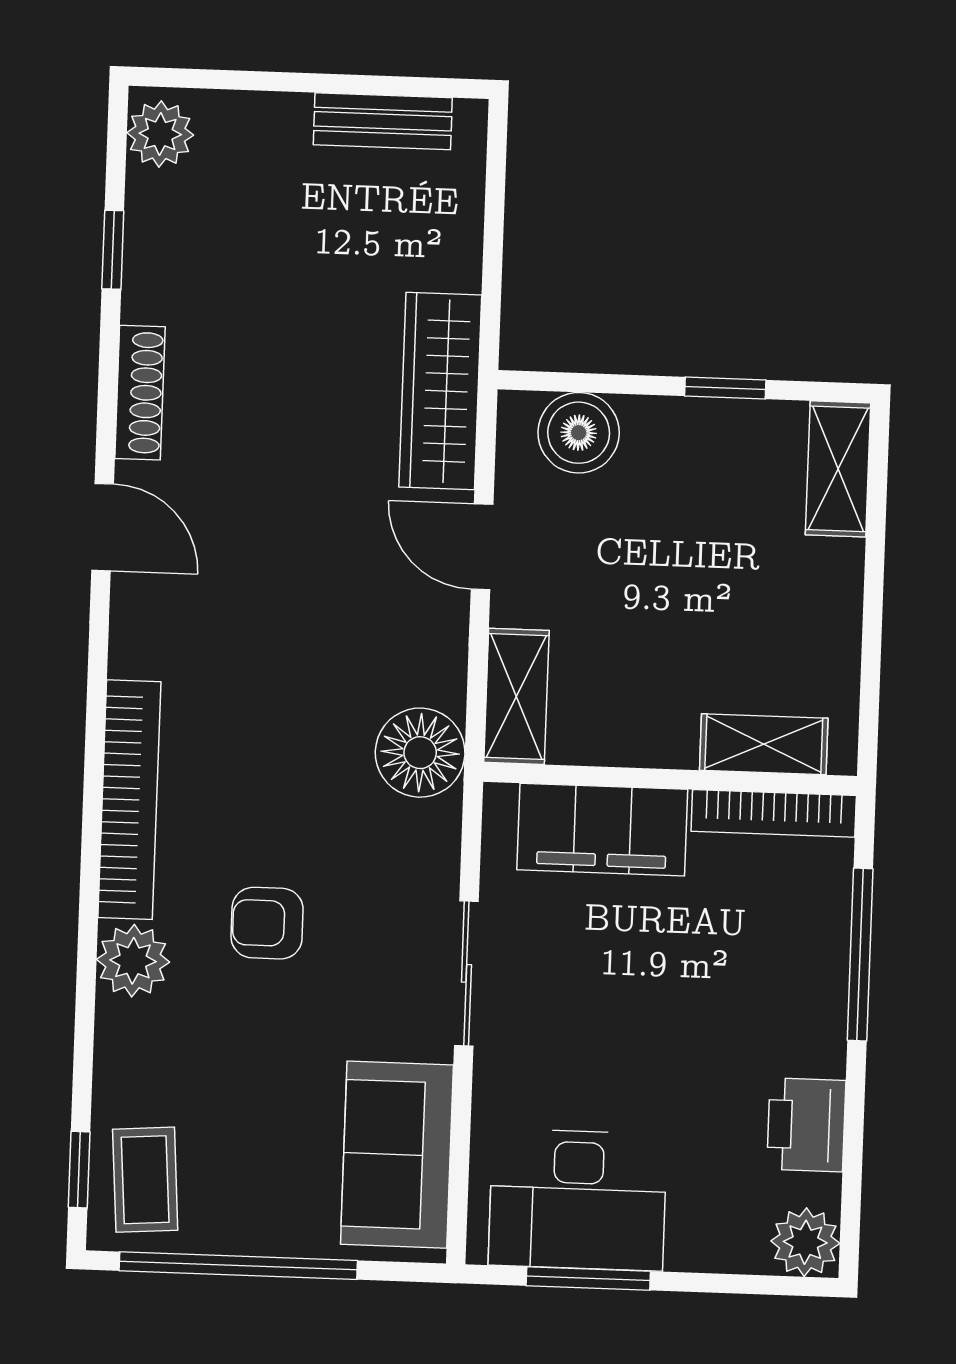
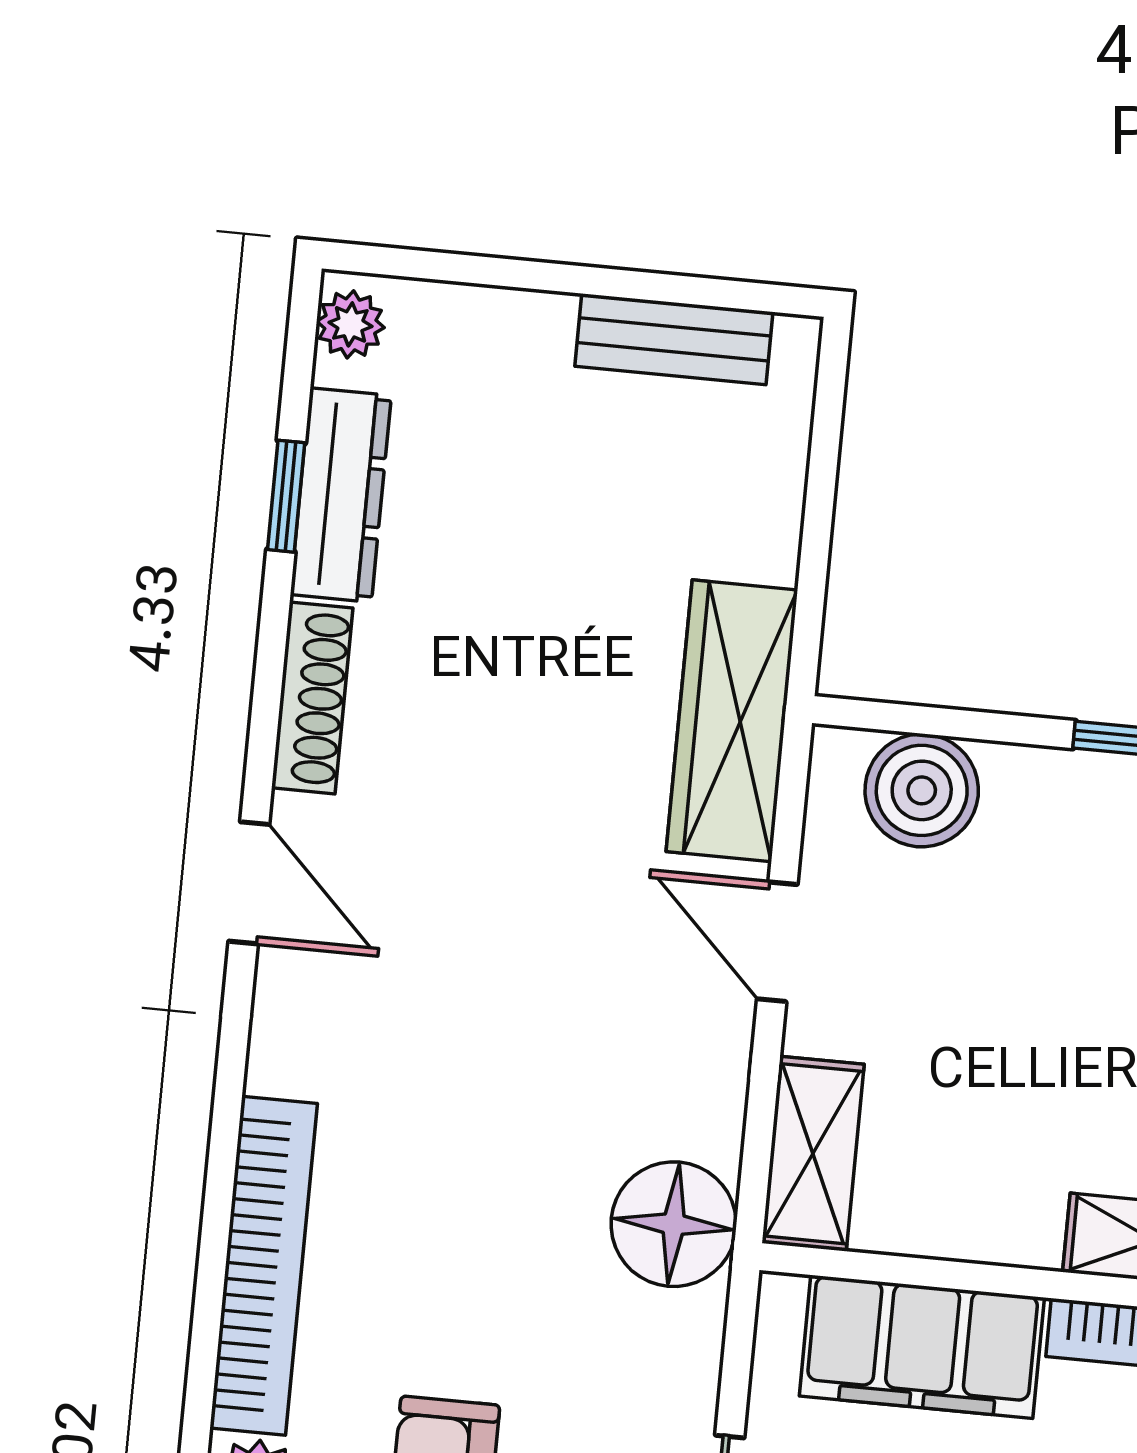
plant: (160, 134) -> (350, 324), width x0.73, depth x0.73
dresser: (152, 247) -> (341, 495), added

